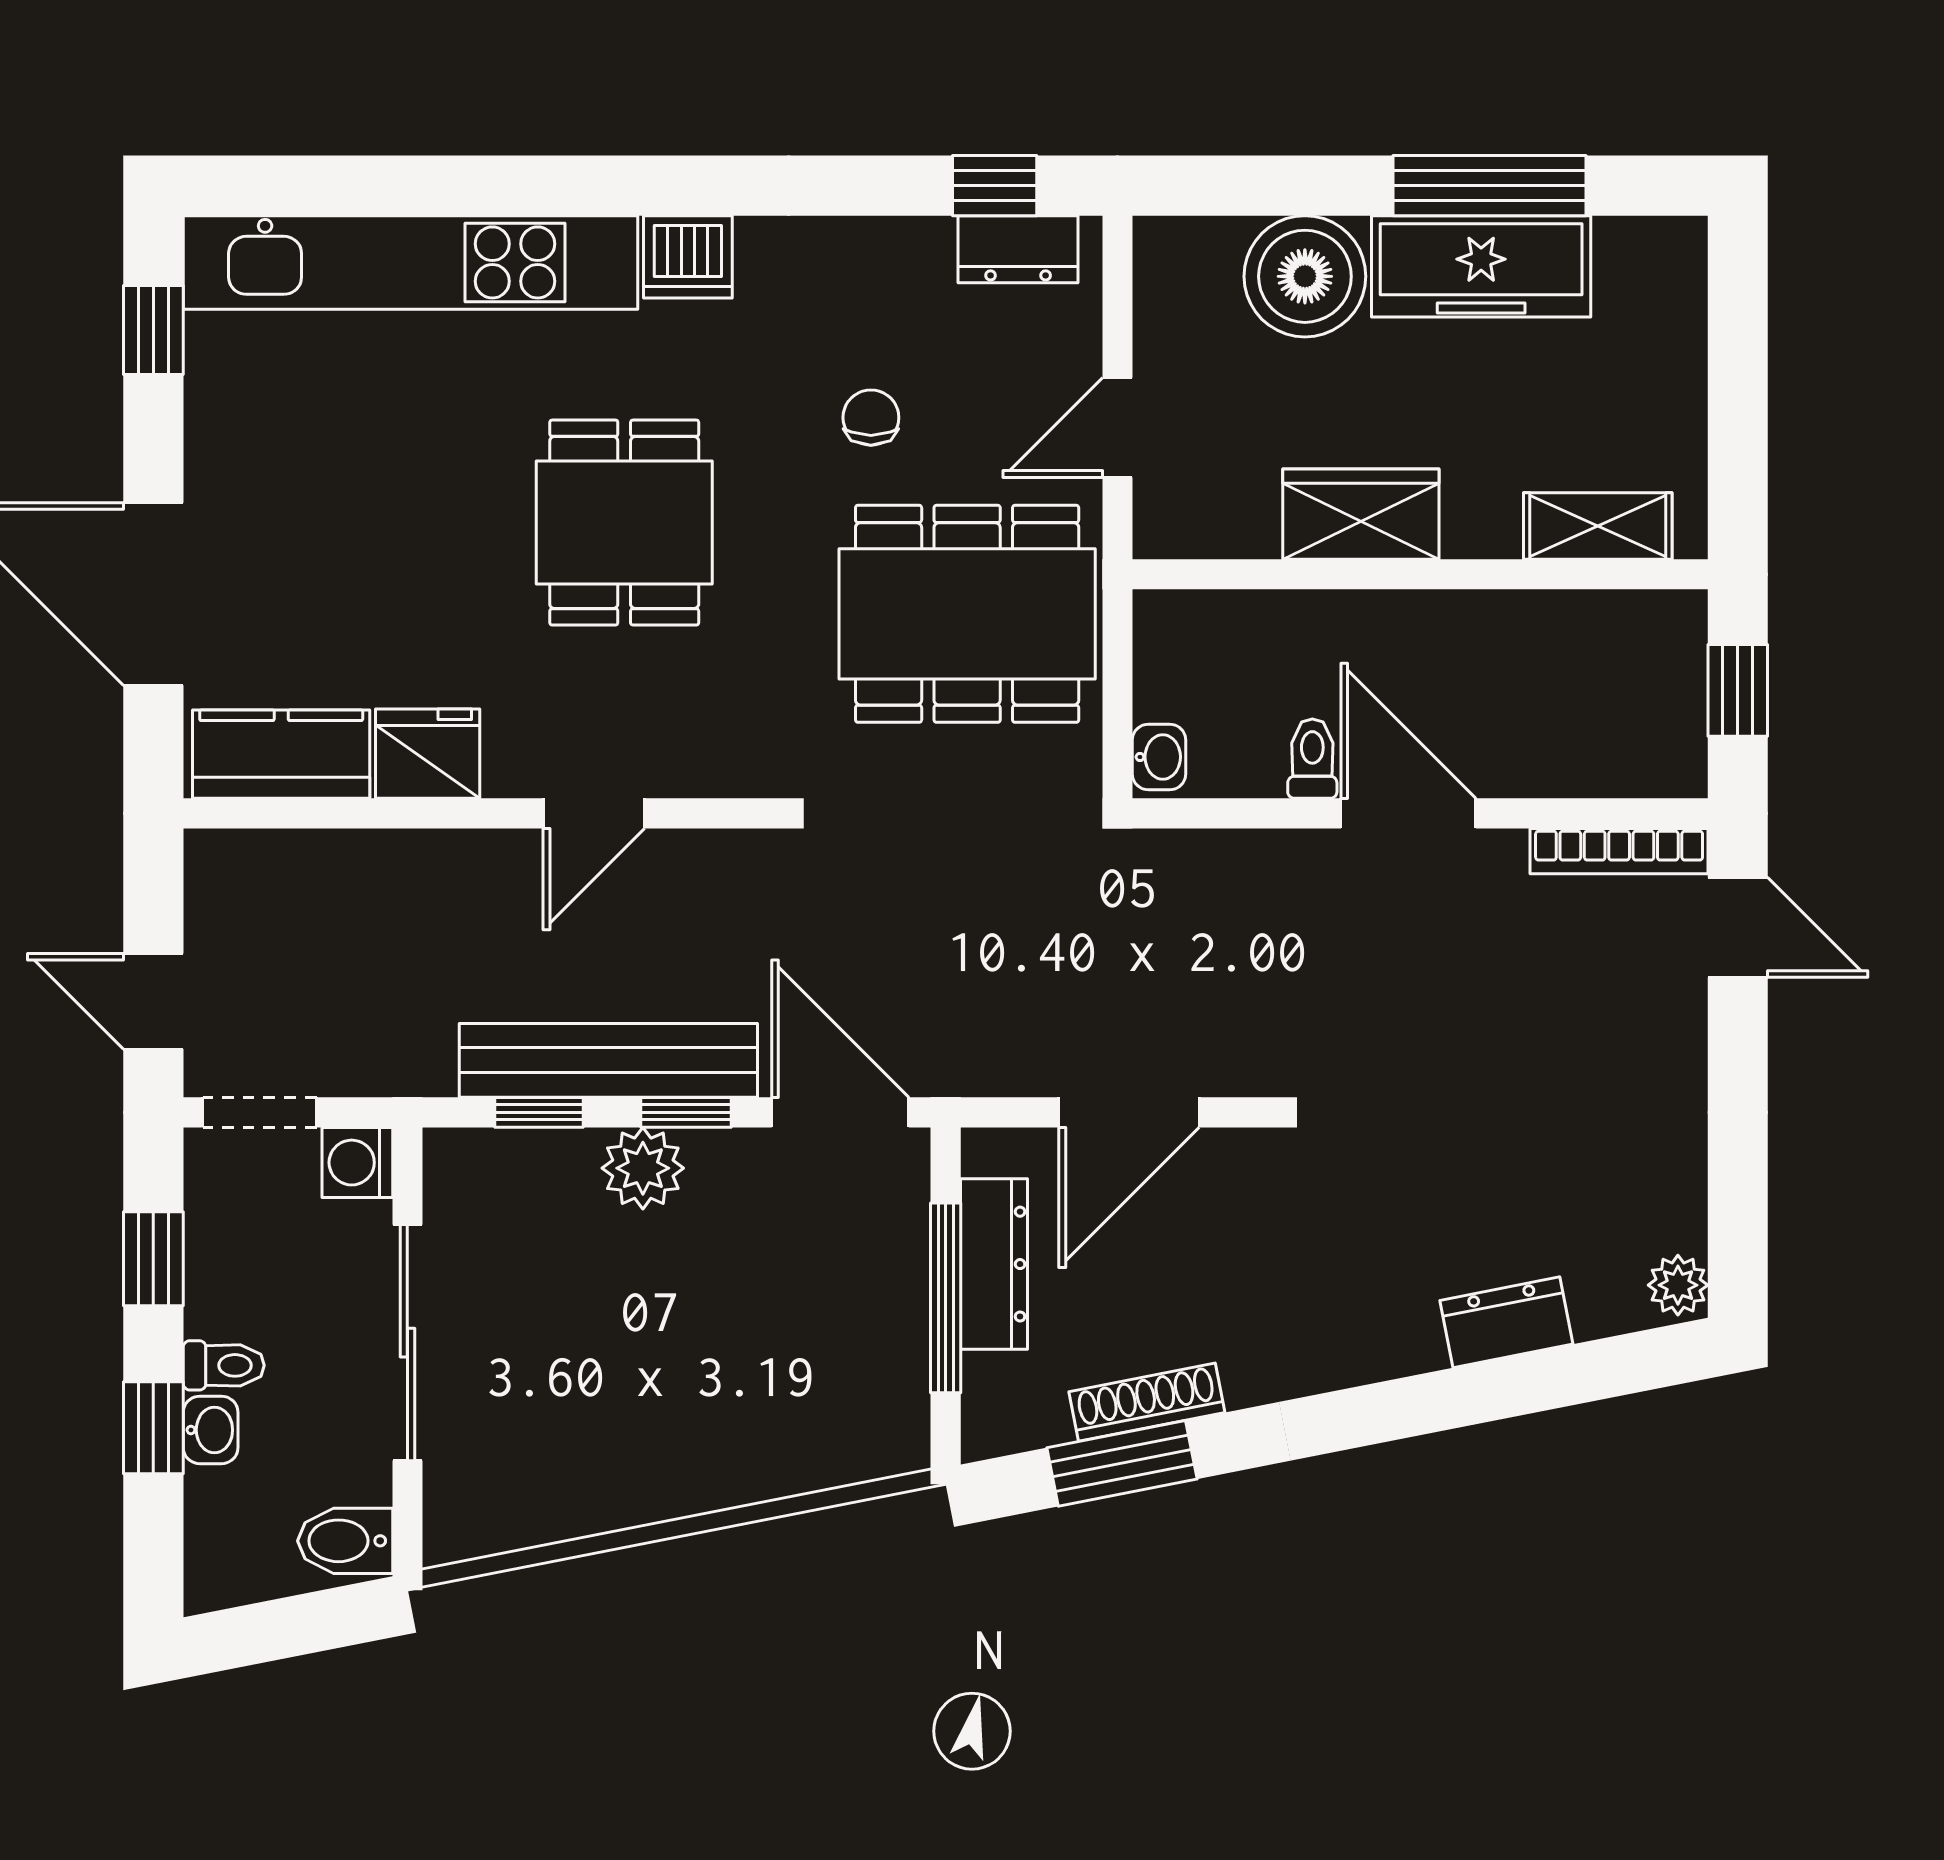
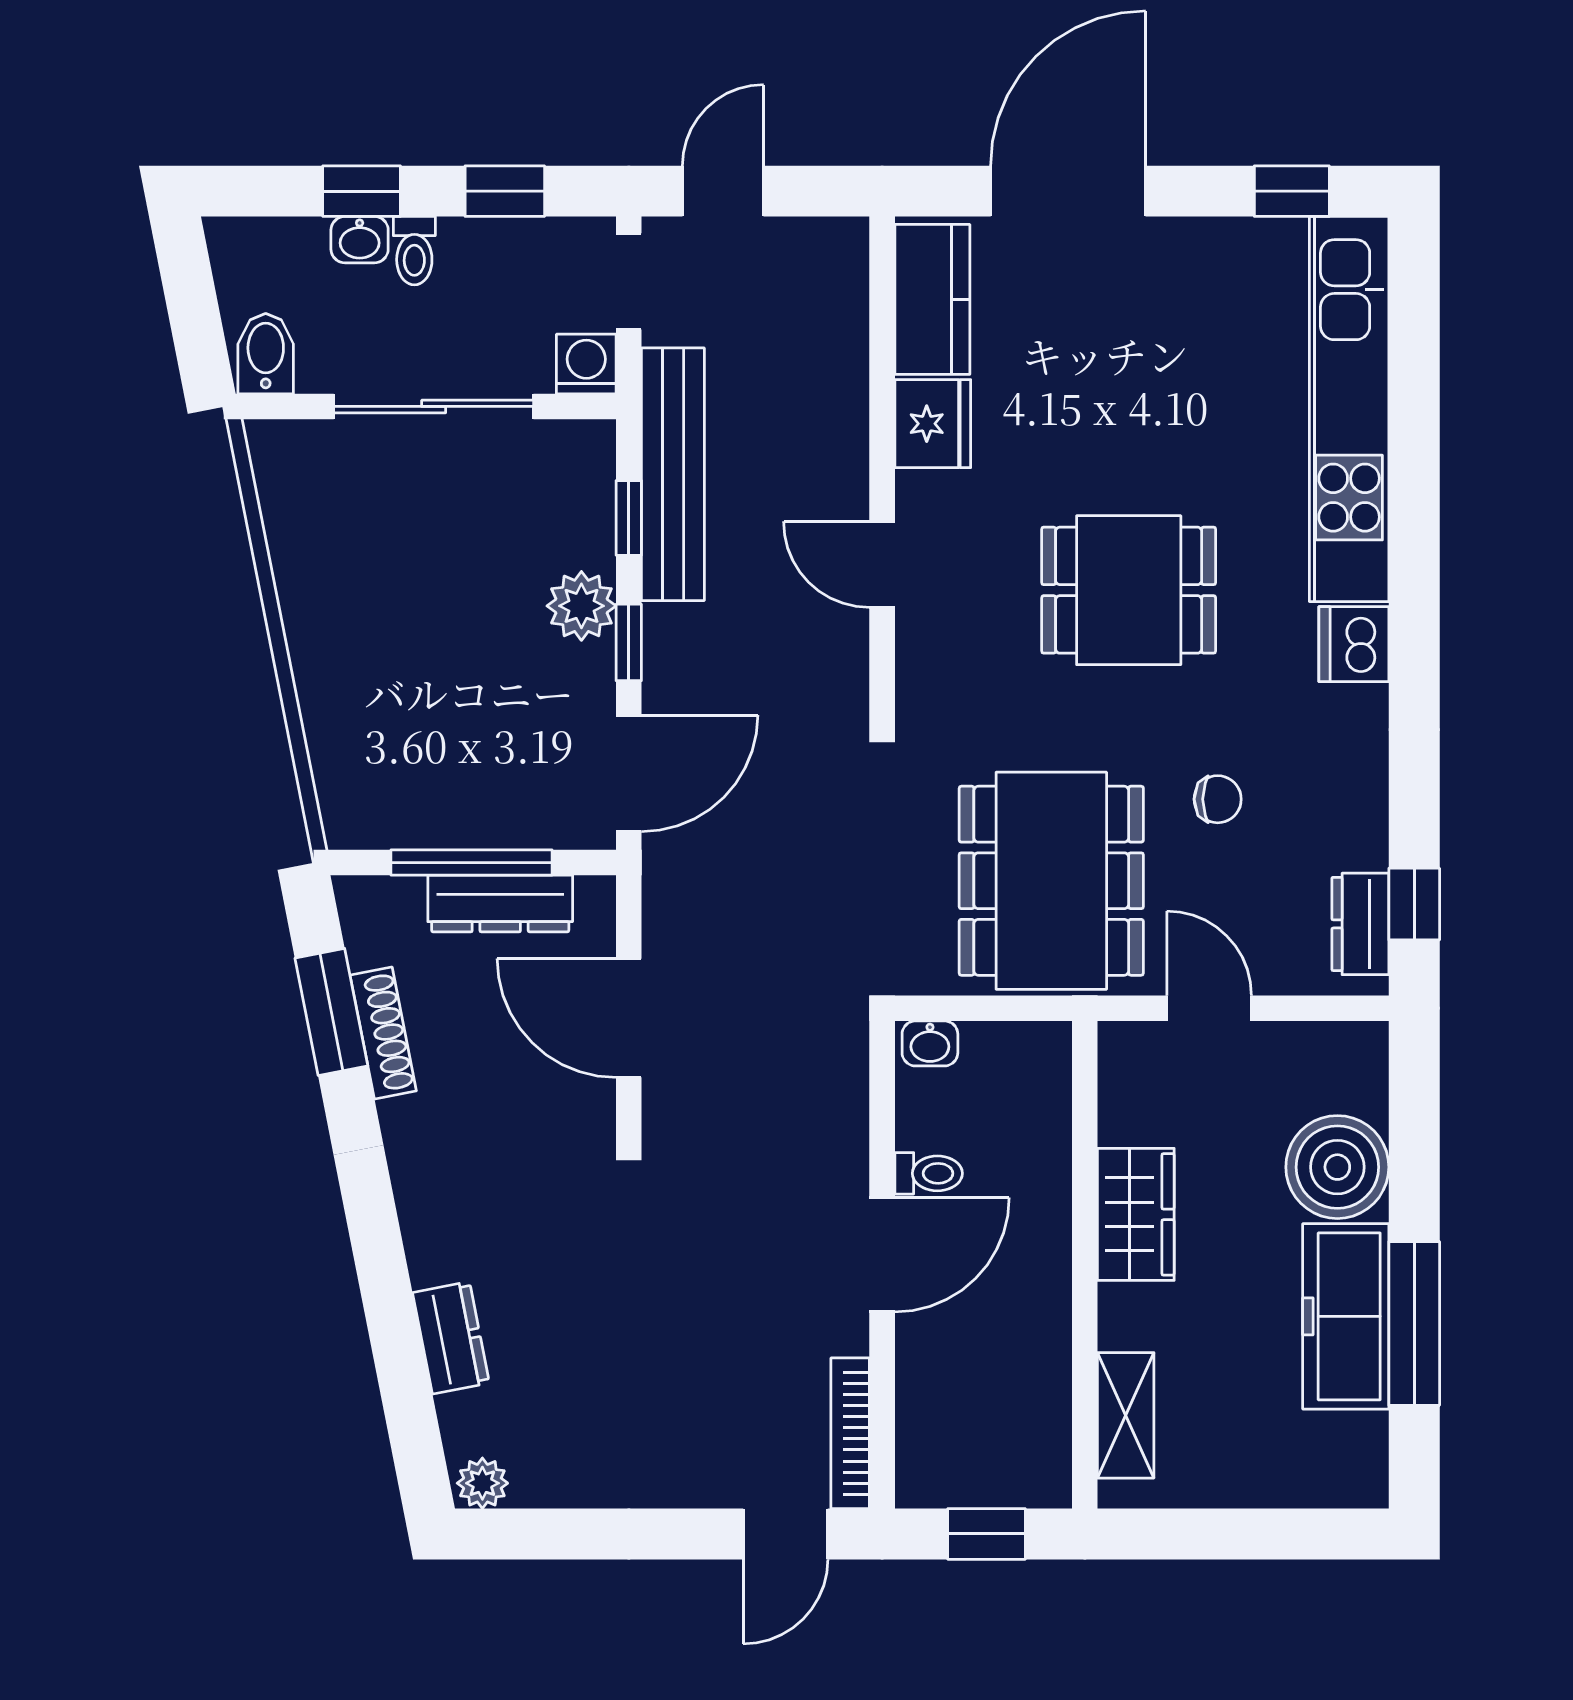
bench: (608, 1060) -> (673, 474), moved

